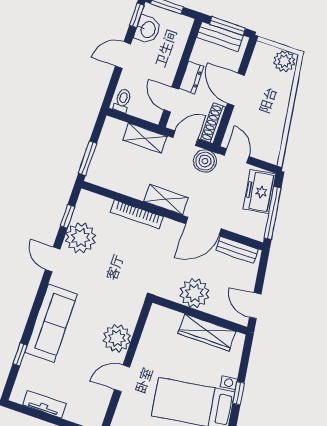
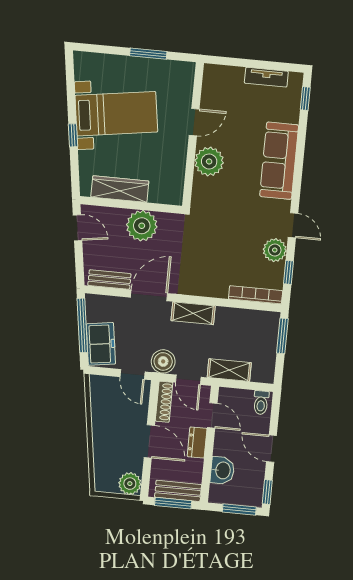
washbasin: (148, 29) -> (222, 470), moved, turned 180
door: (123, 55) -> (271, 449), swing flipped
plant: (284, 61) -> (130, 484), moved
door: (185, 138) -> (188, 380), hinge flipped
bookcase: (137, 214) -> (256, 295), moved
plant: (81, 238) -> (275, 250), width x0.73, depth x0.73
window: (20, 354) -> (305, 98), moved

